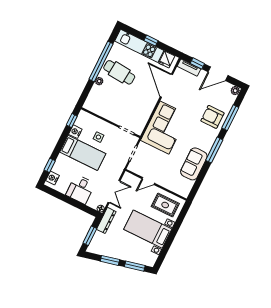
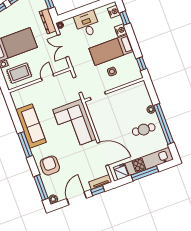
window: (151, 41) -> (145, 173), width x2.17
cafe table: (119, 72) -> (144, 130), width x0.73, depth x0.74
armchair: (212, 117) -> (50, 166), turned -90
window: (230, 118) -> (41, 187), moved
nightstand: (75, 132) -> (121, 30), moved
sofa: (194, 164) -> (31, 126), width x1.36

